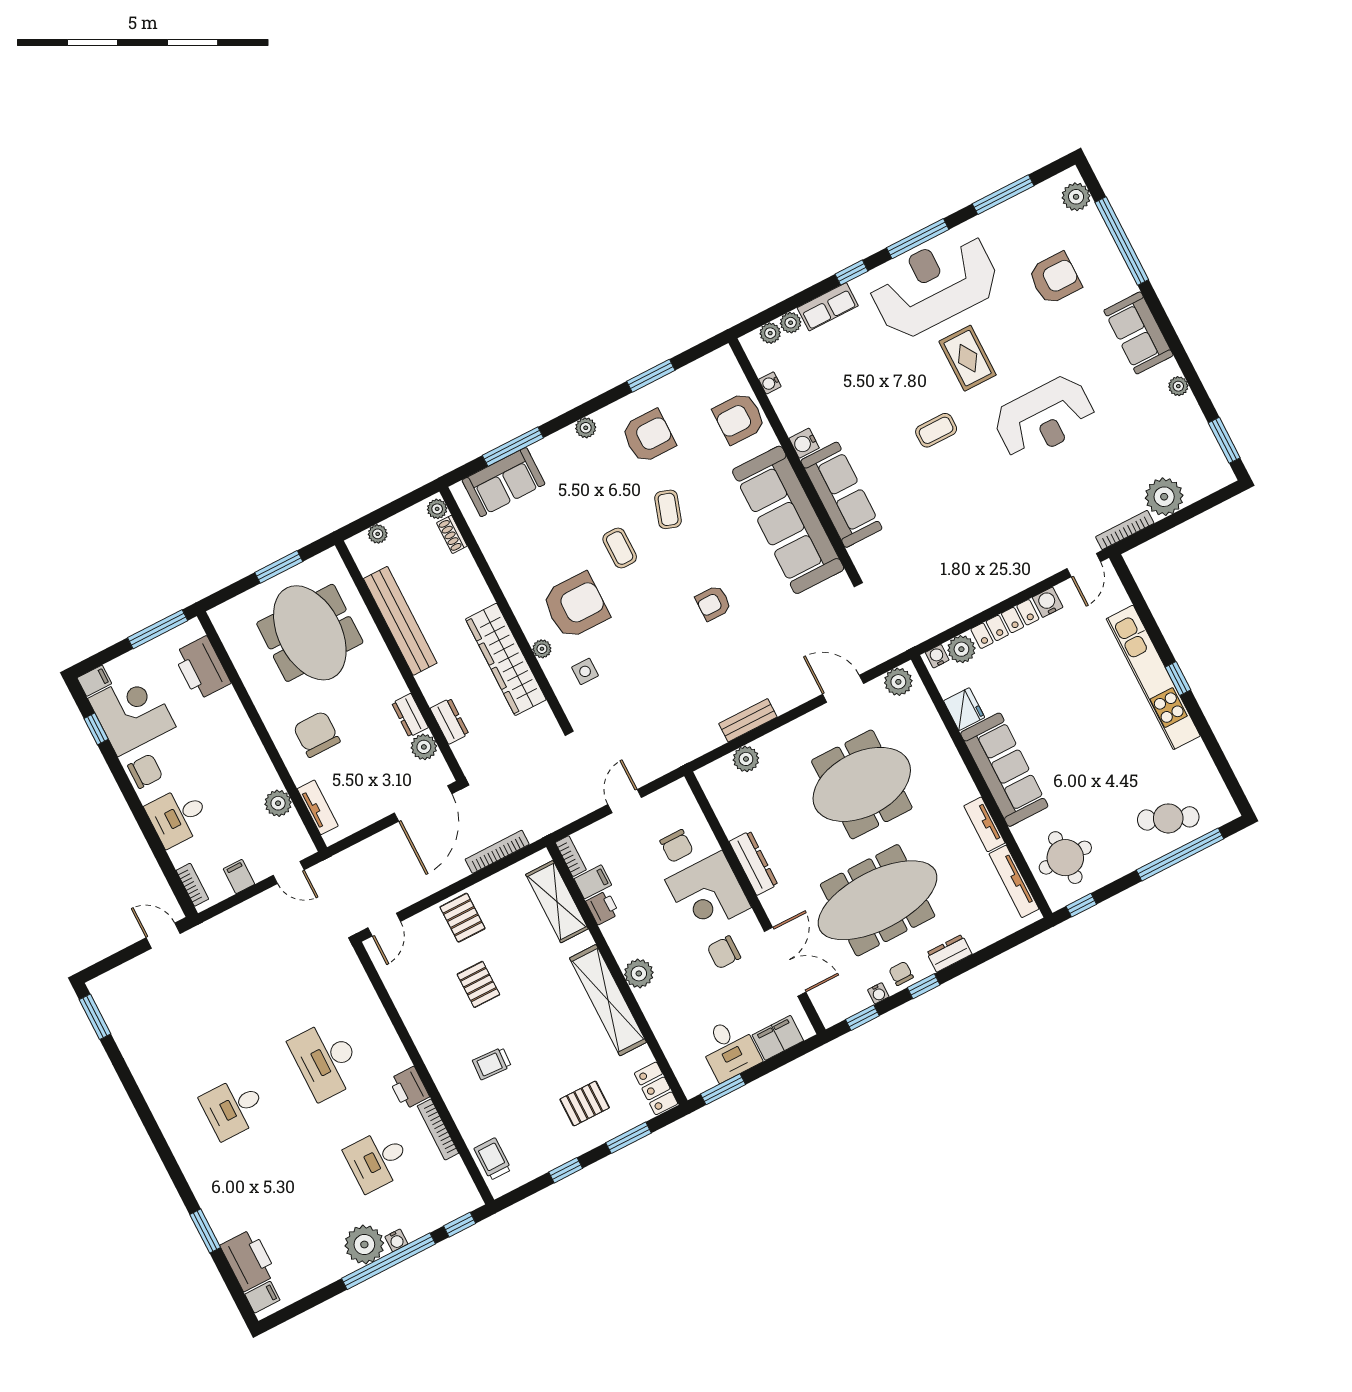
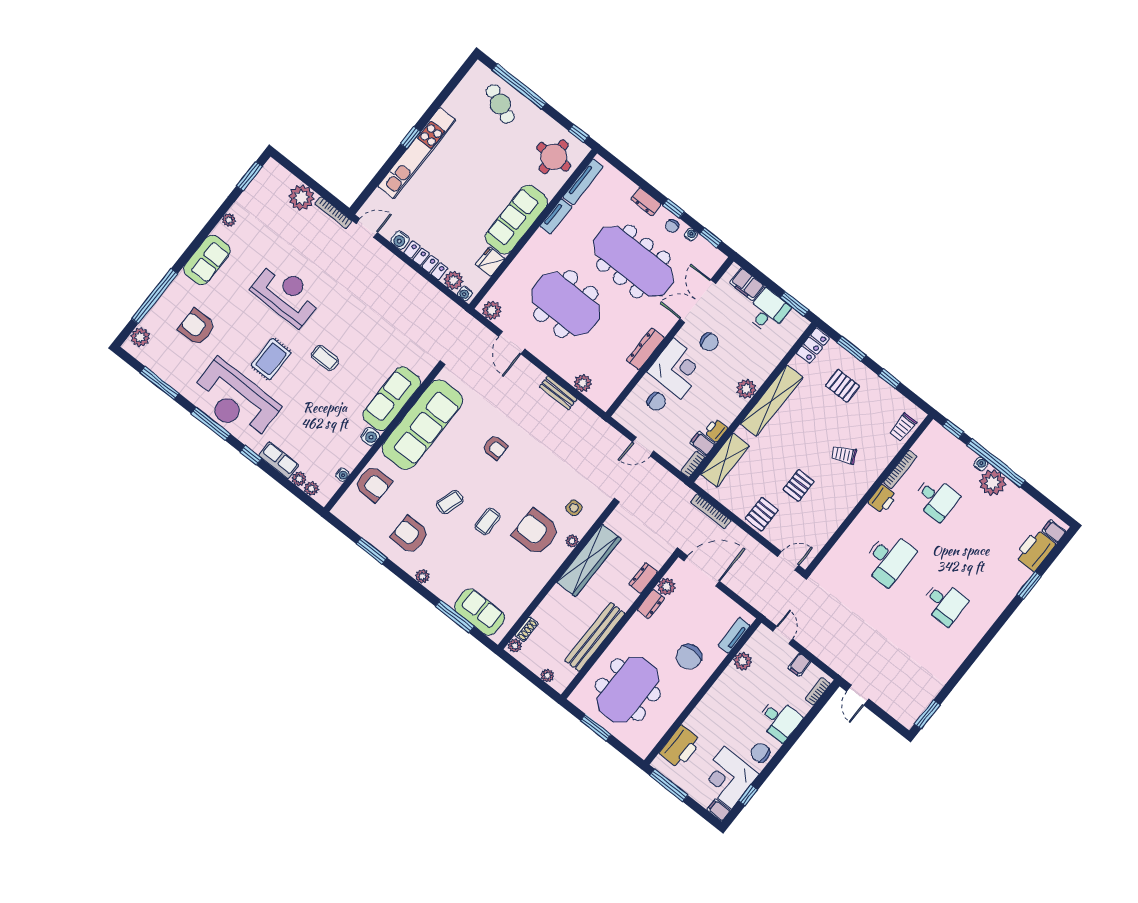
chair: (677, 846) -> (657, 401), turned 90
trolley: (492, 1063) -> (844, 455), turned 151

